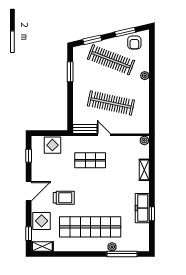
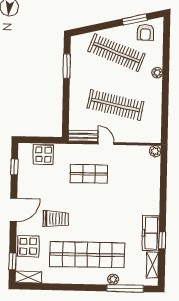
window: (92, 40) -> (94, 28), removed
shelving: (144, 170) -> (152, 265), moved

